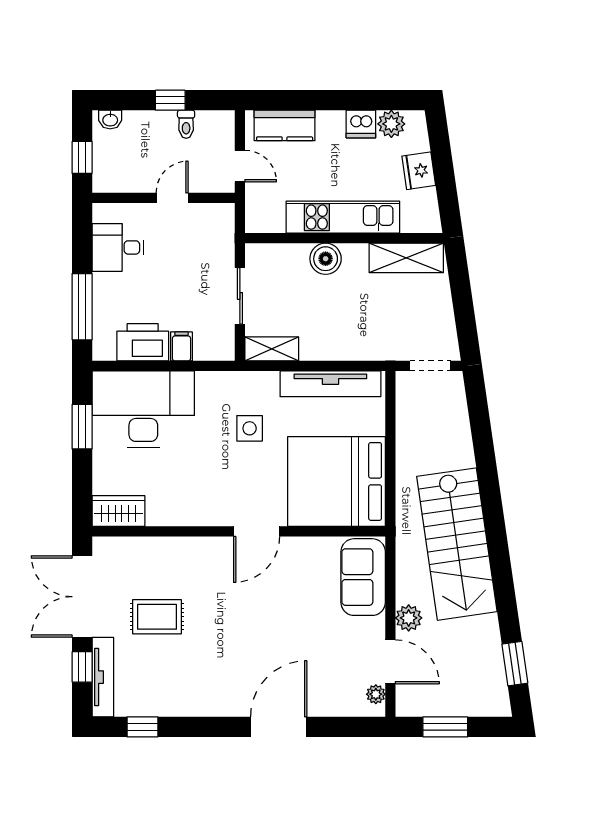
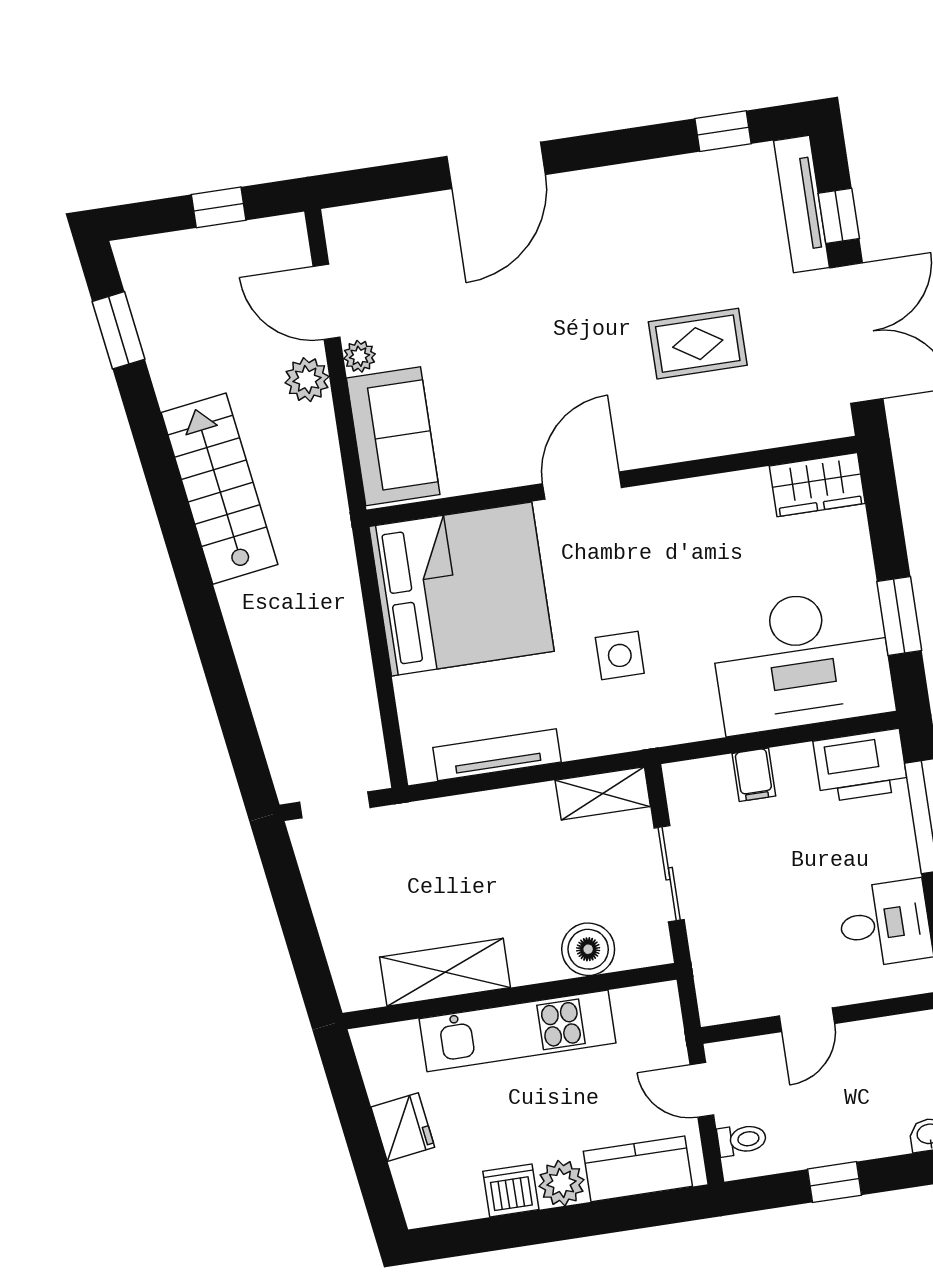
toilet: (186, 124) -> (742, 1140), moved, turned 90
plant: (391, 124) -> (562, 1183), moved
shelving: (406, 258) -> (445, 972), moved
boiler: (326, 259) -> (588, 949), moved
printer: (143, 342) -> (861, 766), moved
tv unit: (330, 384) -> (497, 755), width x0.73, depth x0.78
stairs: (457, 544) -> (219, 489), width x0.73, depth x0.66
rug: (157, 617) -> (698, 344), moved
plant: (376, 694) -> (359, 356), moved
window: (445, 727) -> (219, 207), width x0.67

